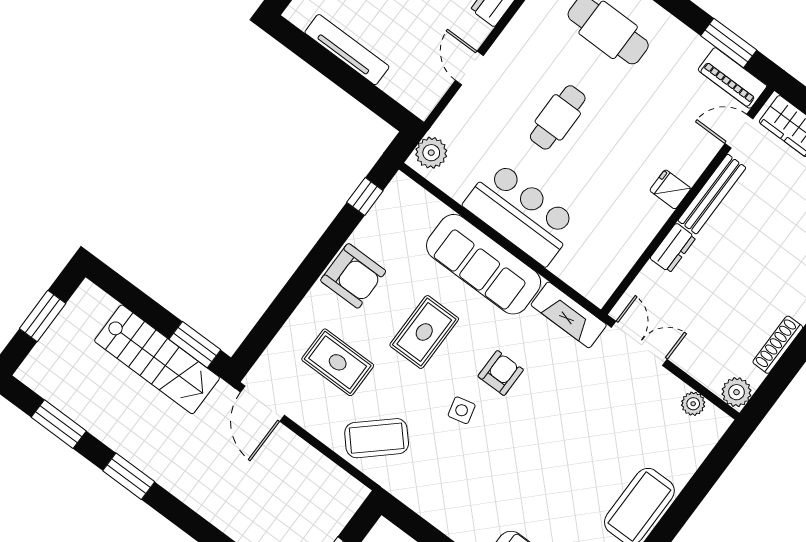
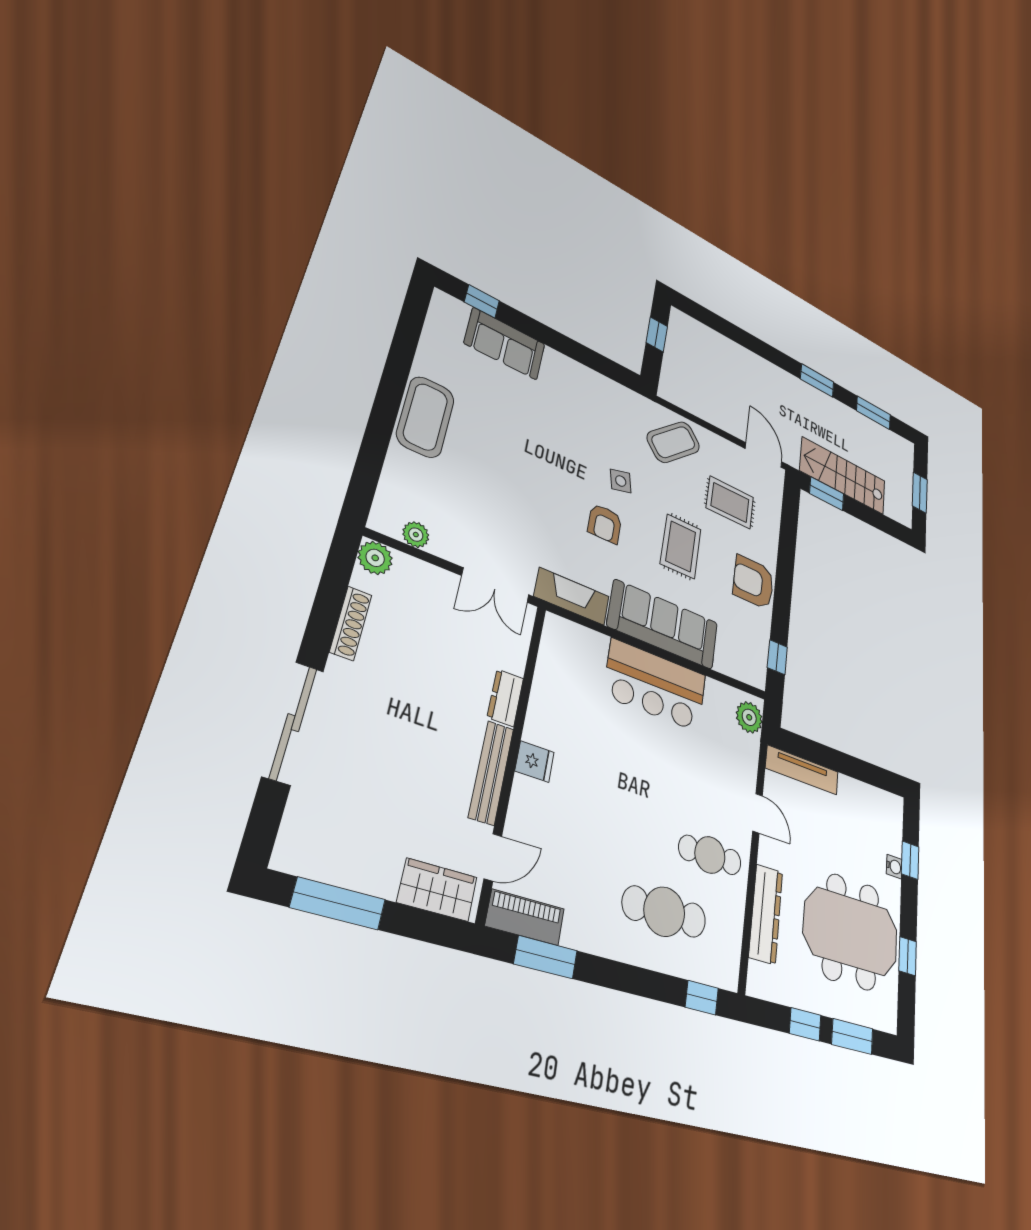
tv unit: (347, 50) -> (802, 770), moved
cafe table: (558, 117) -> (710, 855), moved, turned 90

